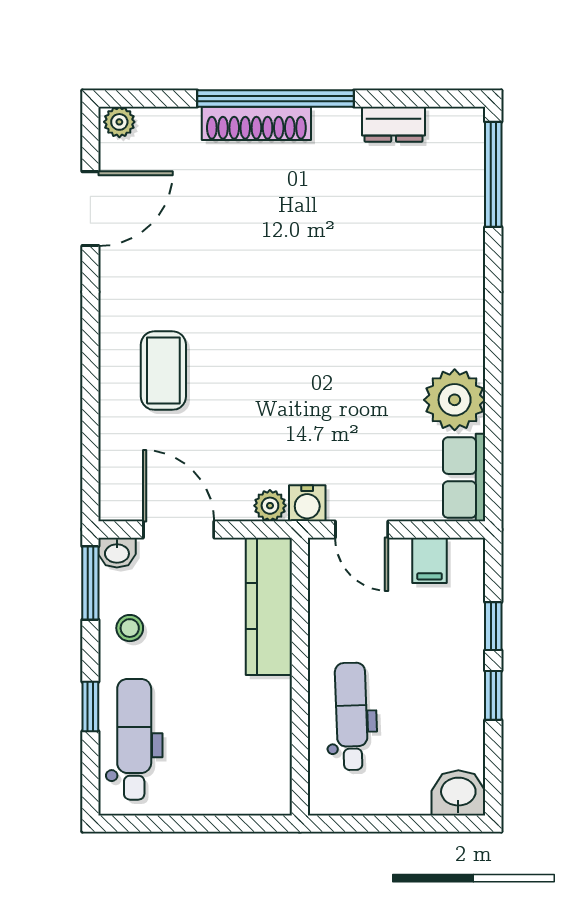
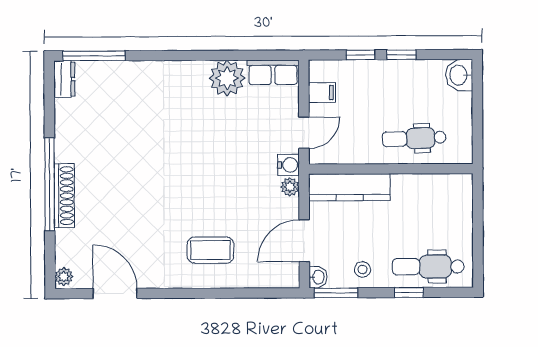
dresser: (394, 124) -> (64, 79), moved

